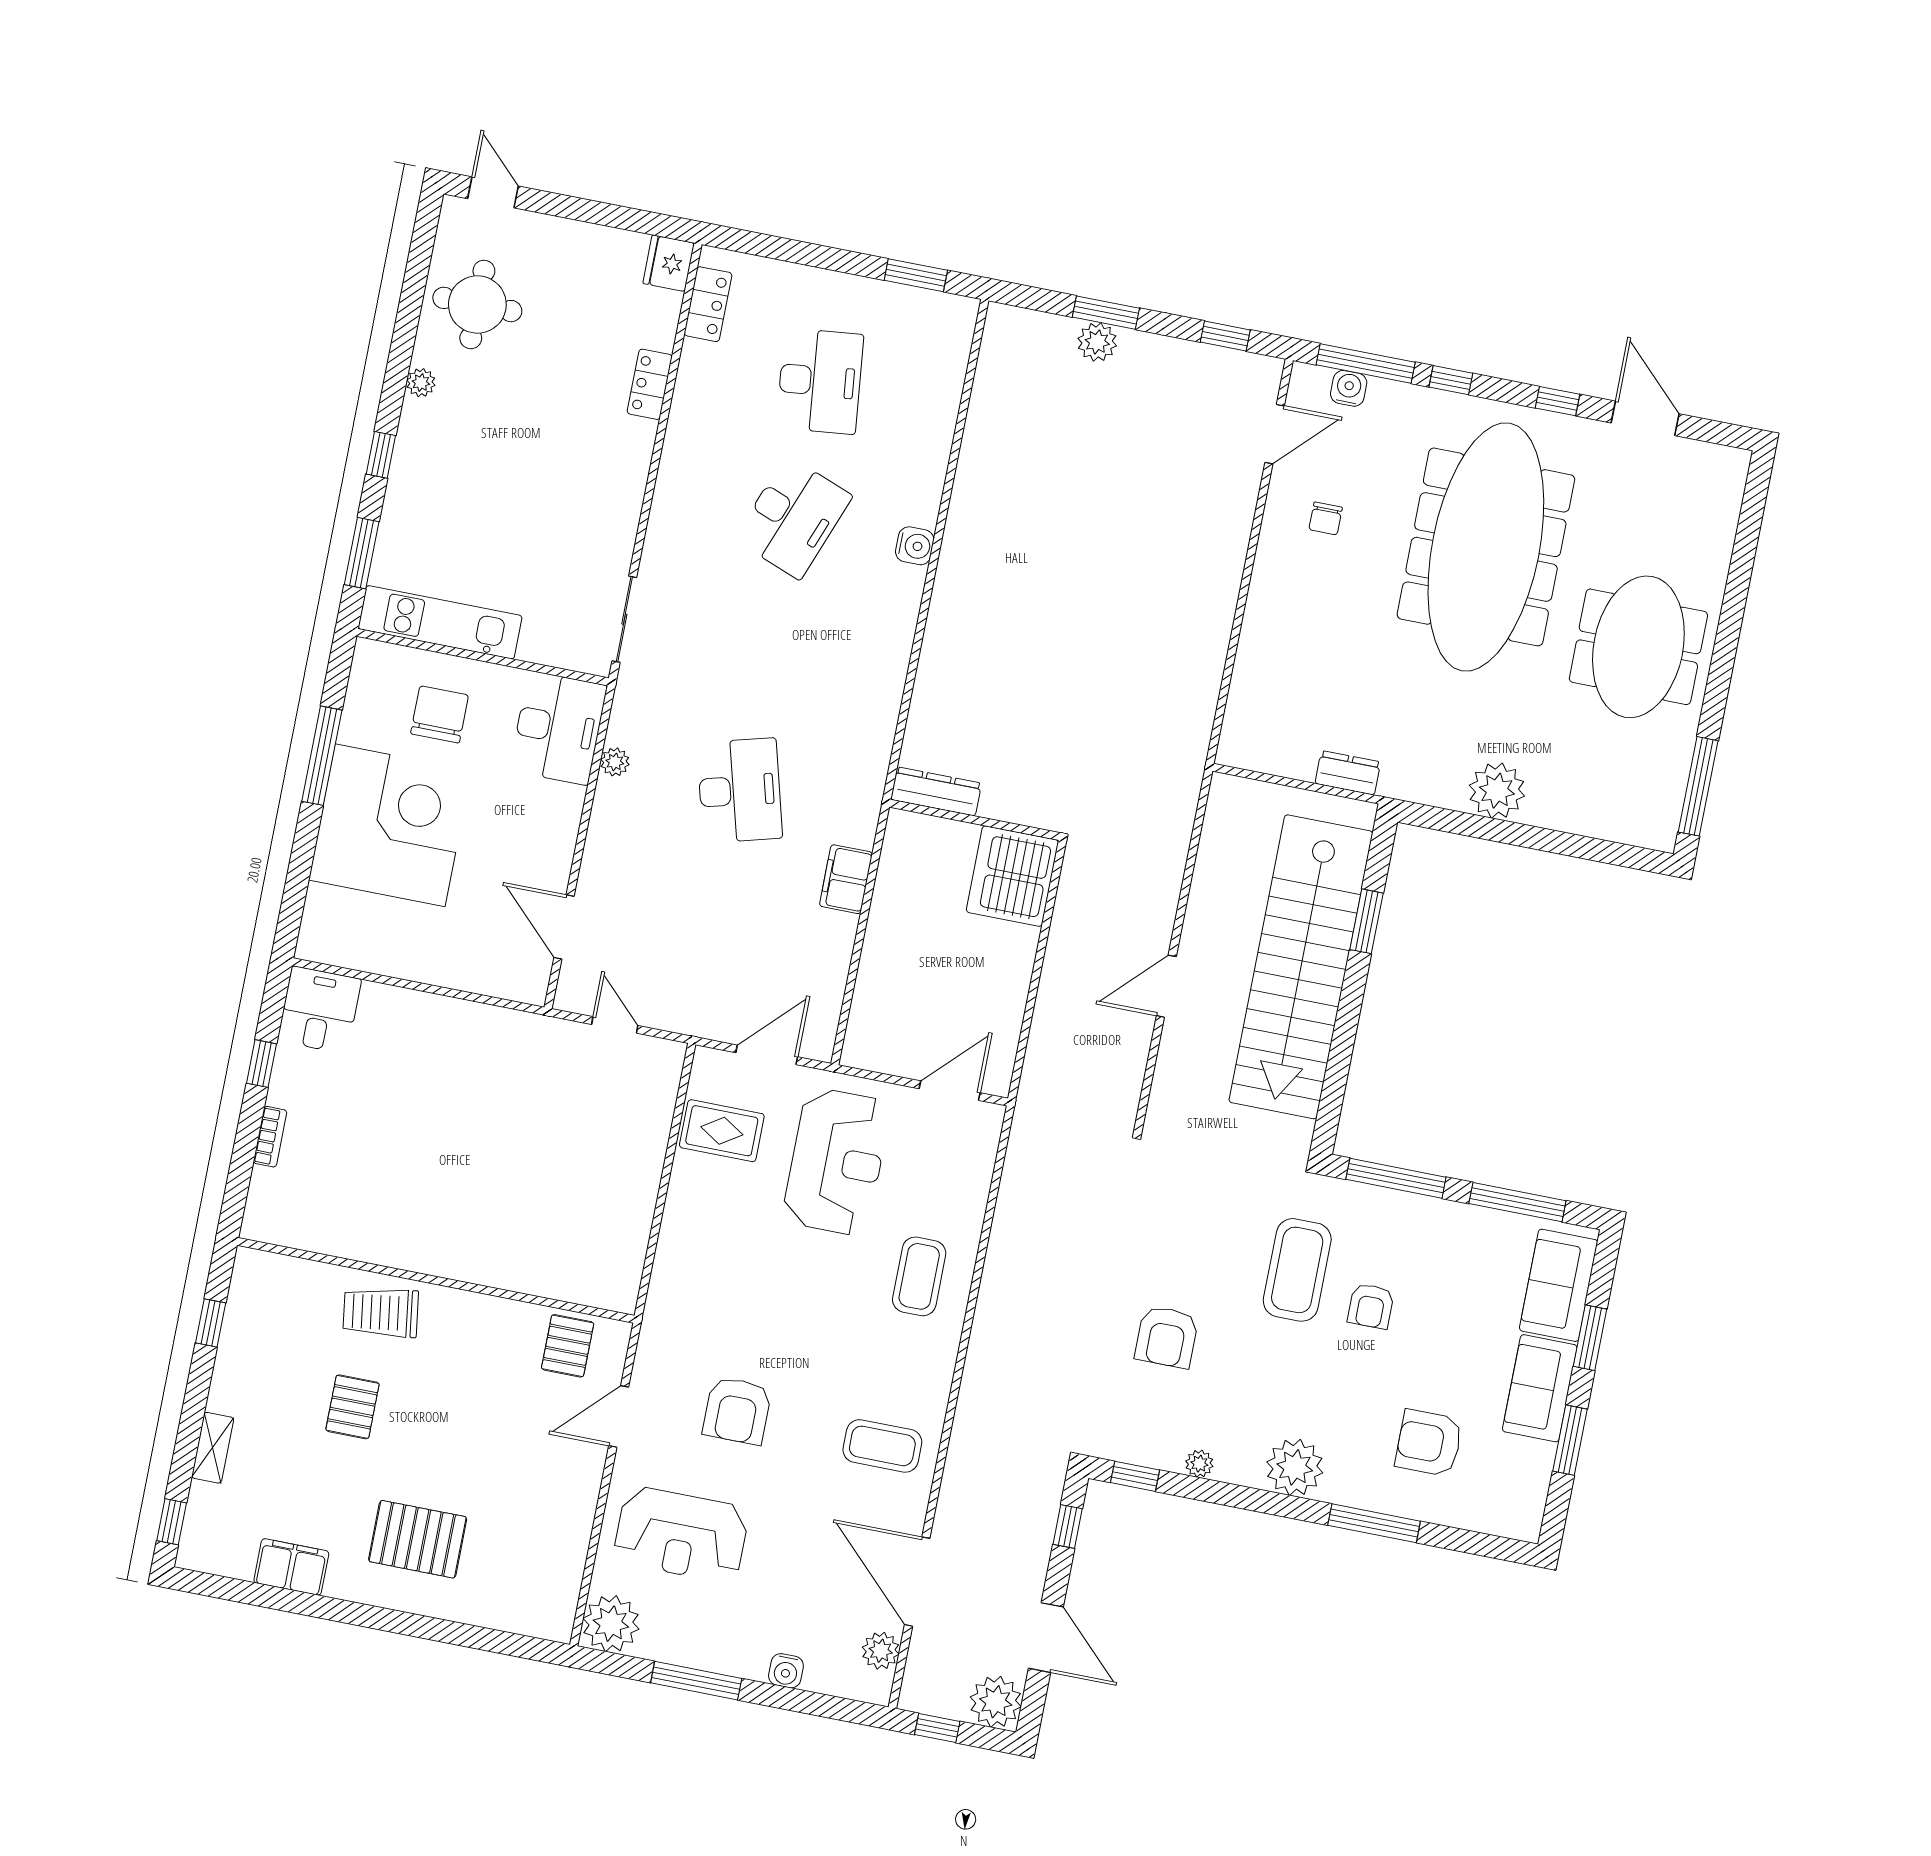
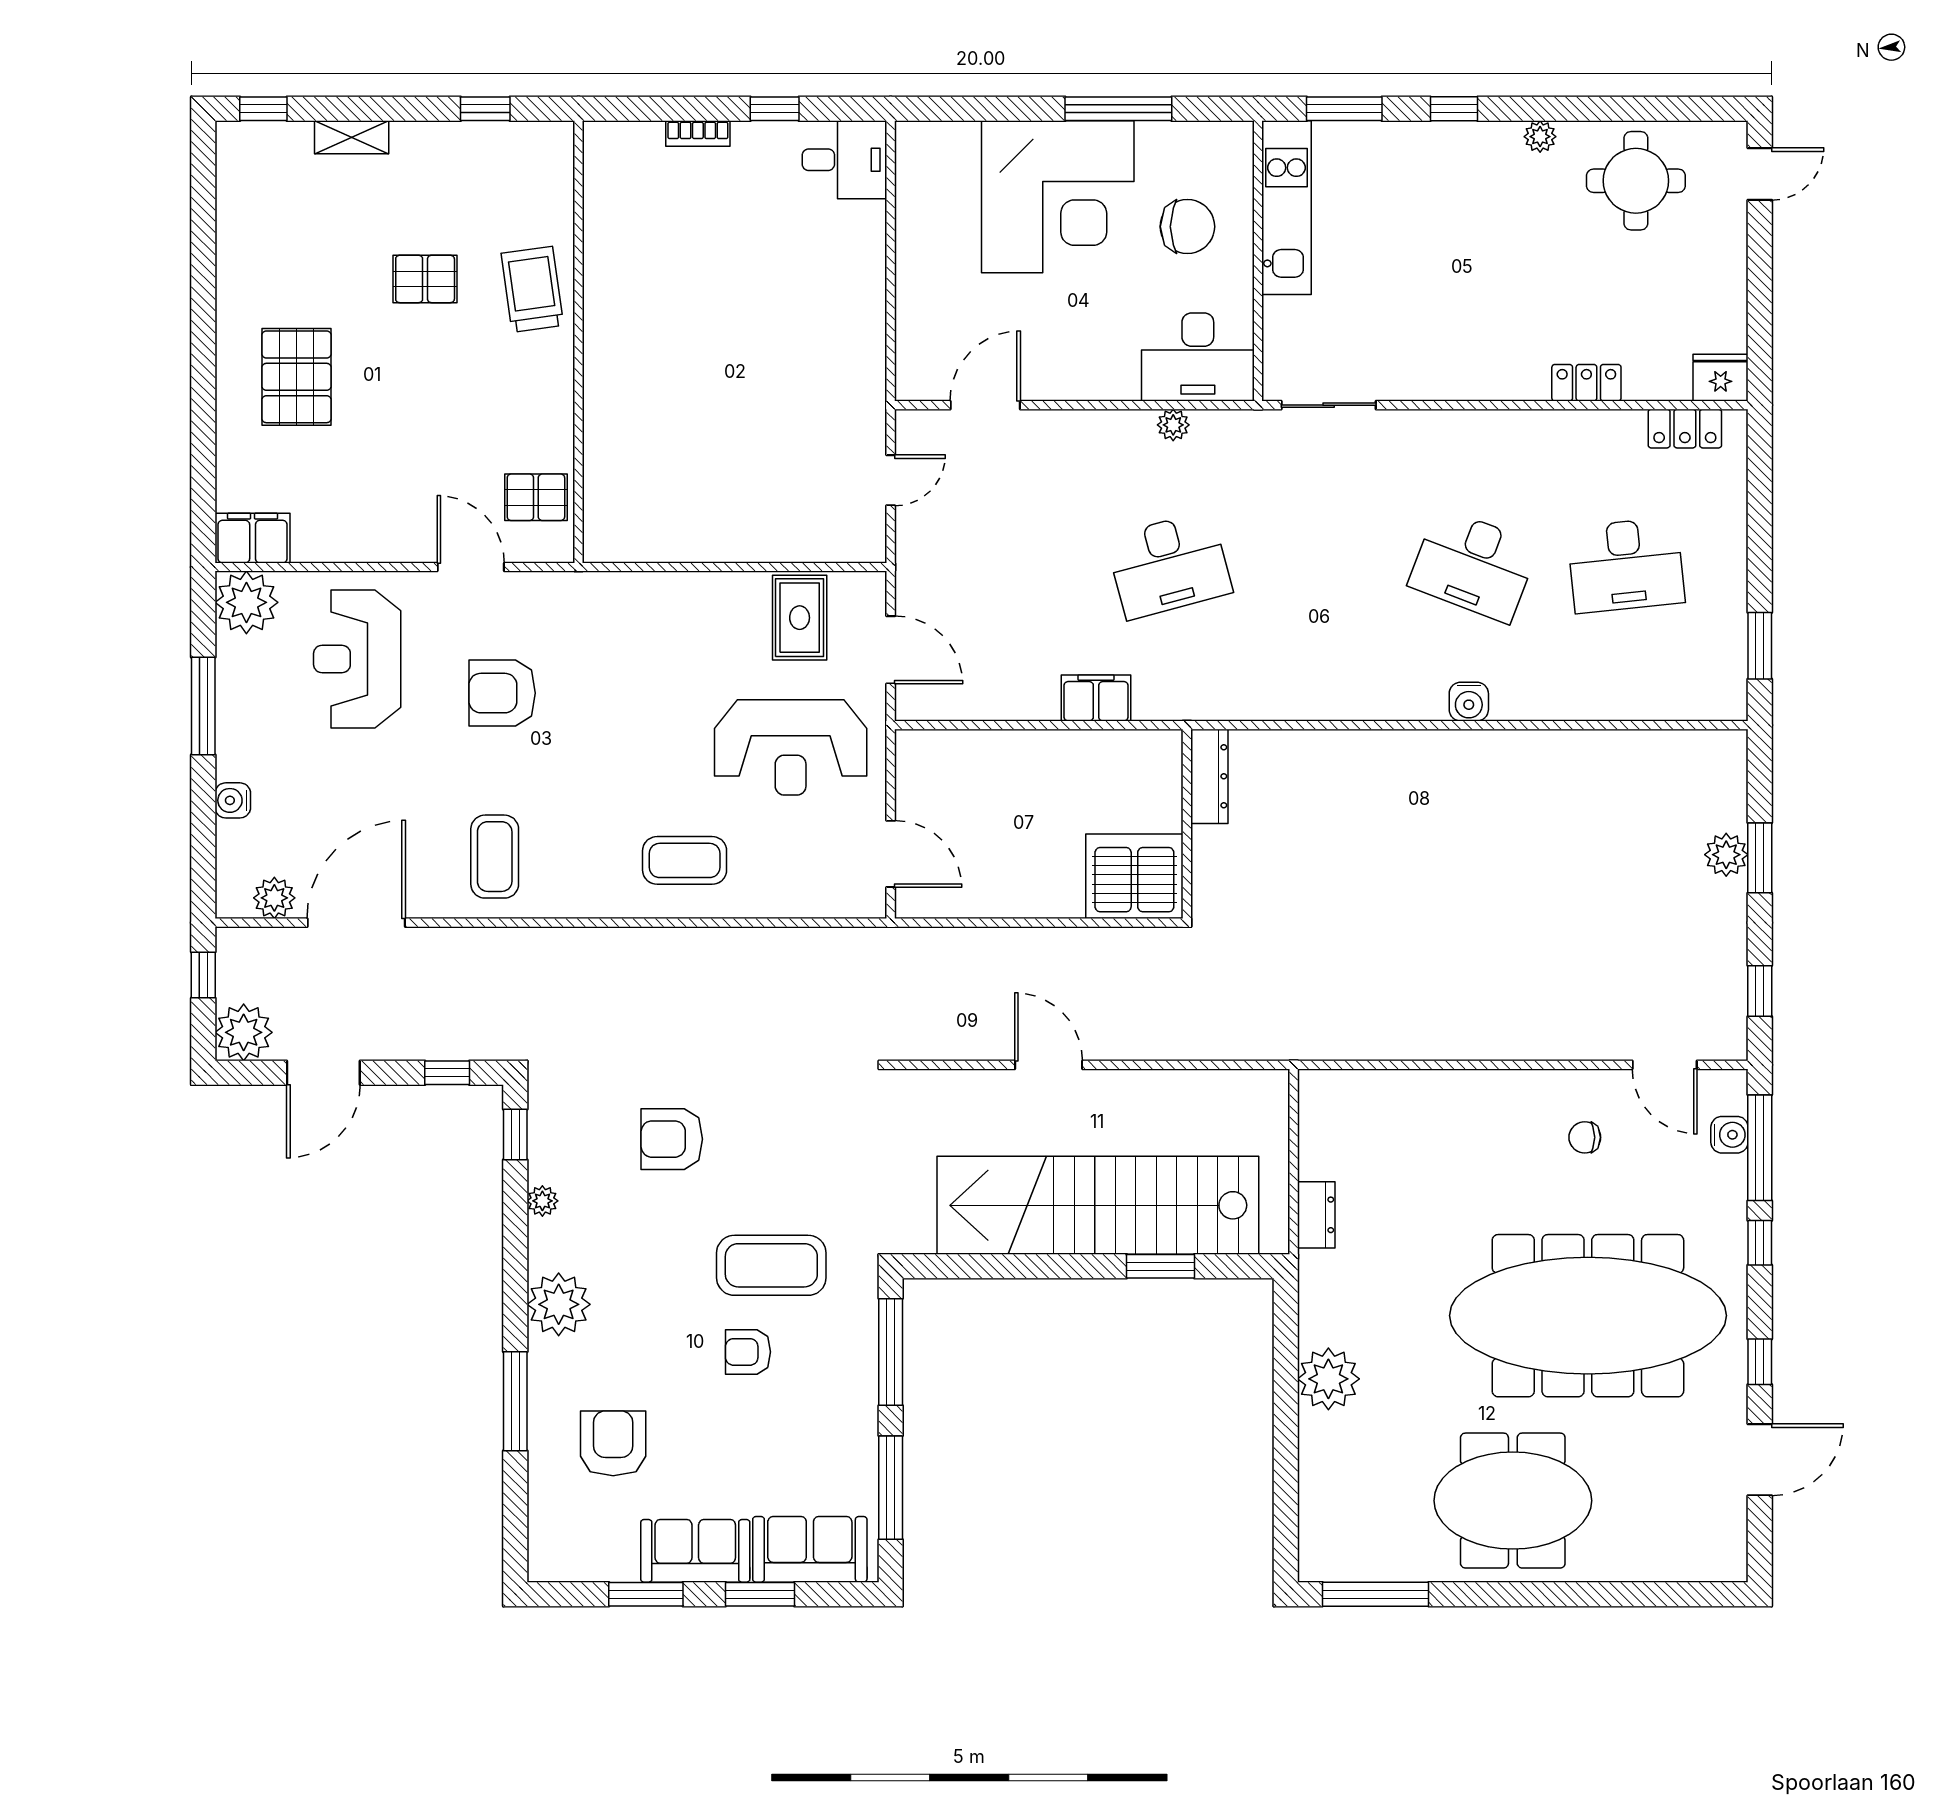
filing cabinet: (291, 1567) -> (253, 538), moved, turned -90

